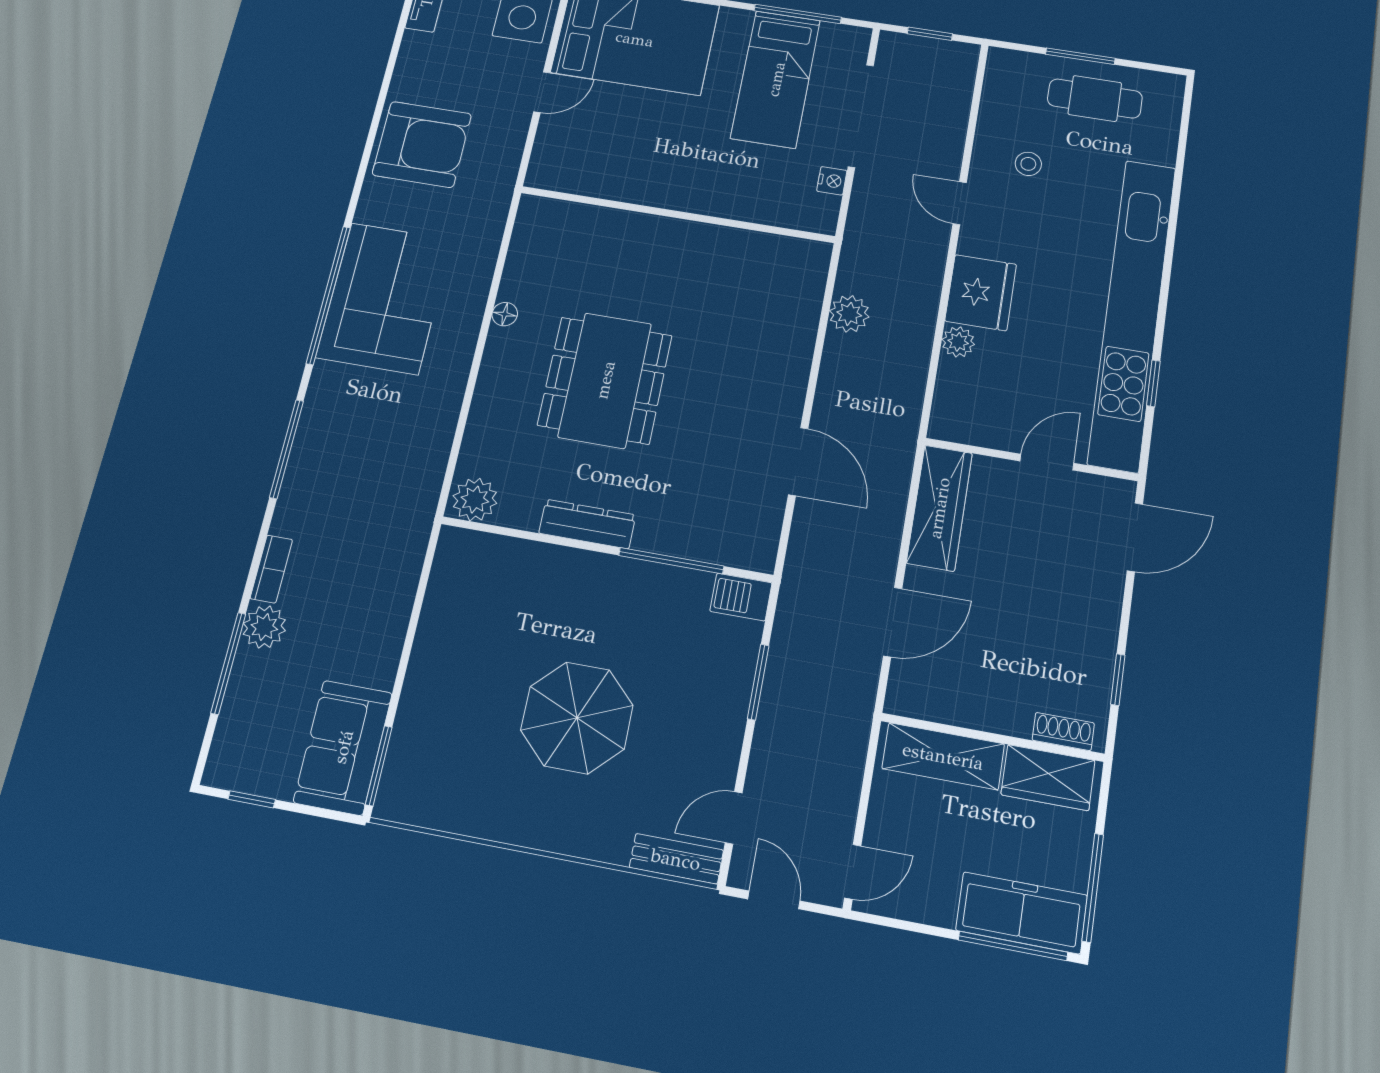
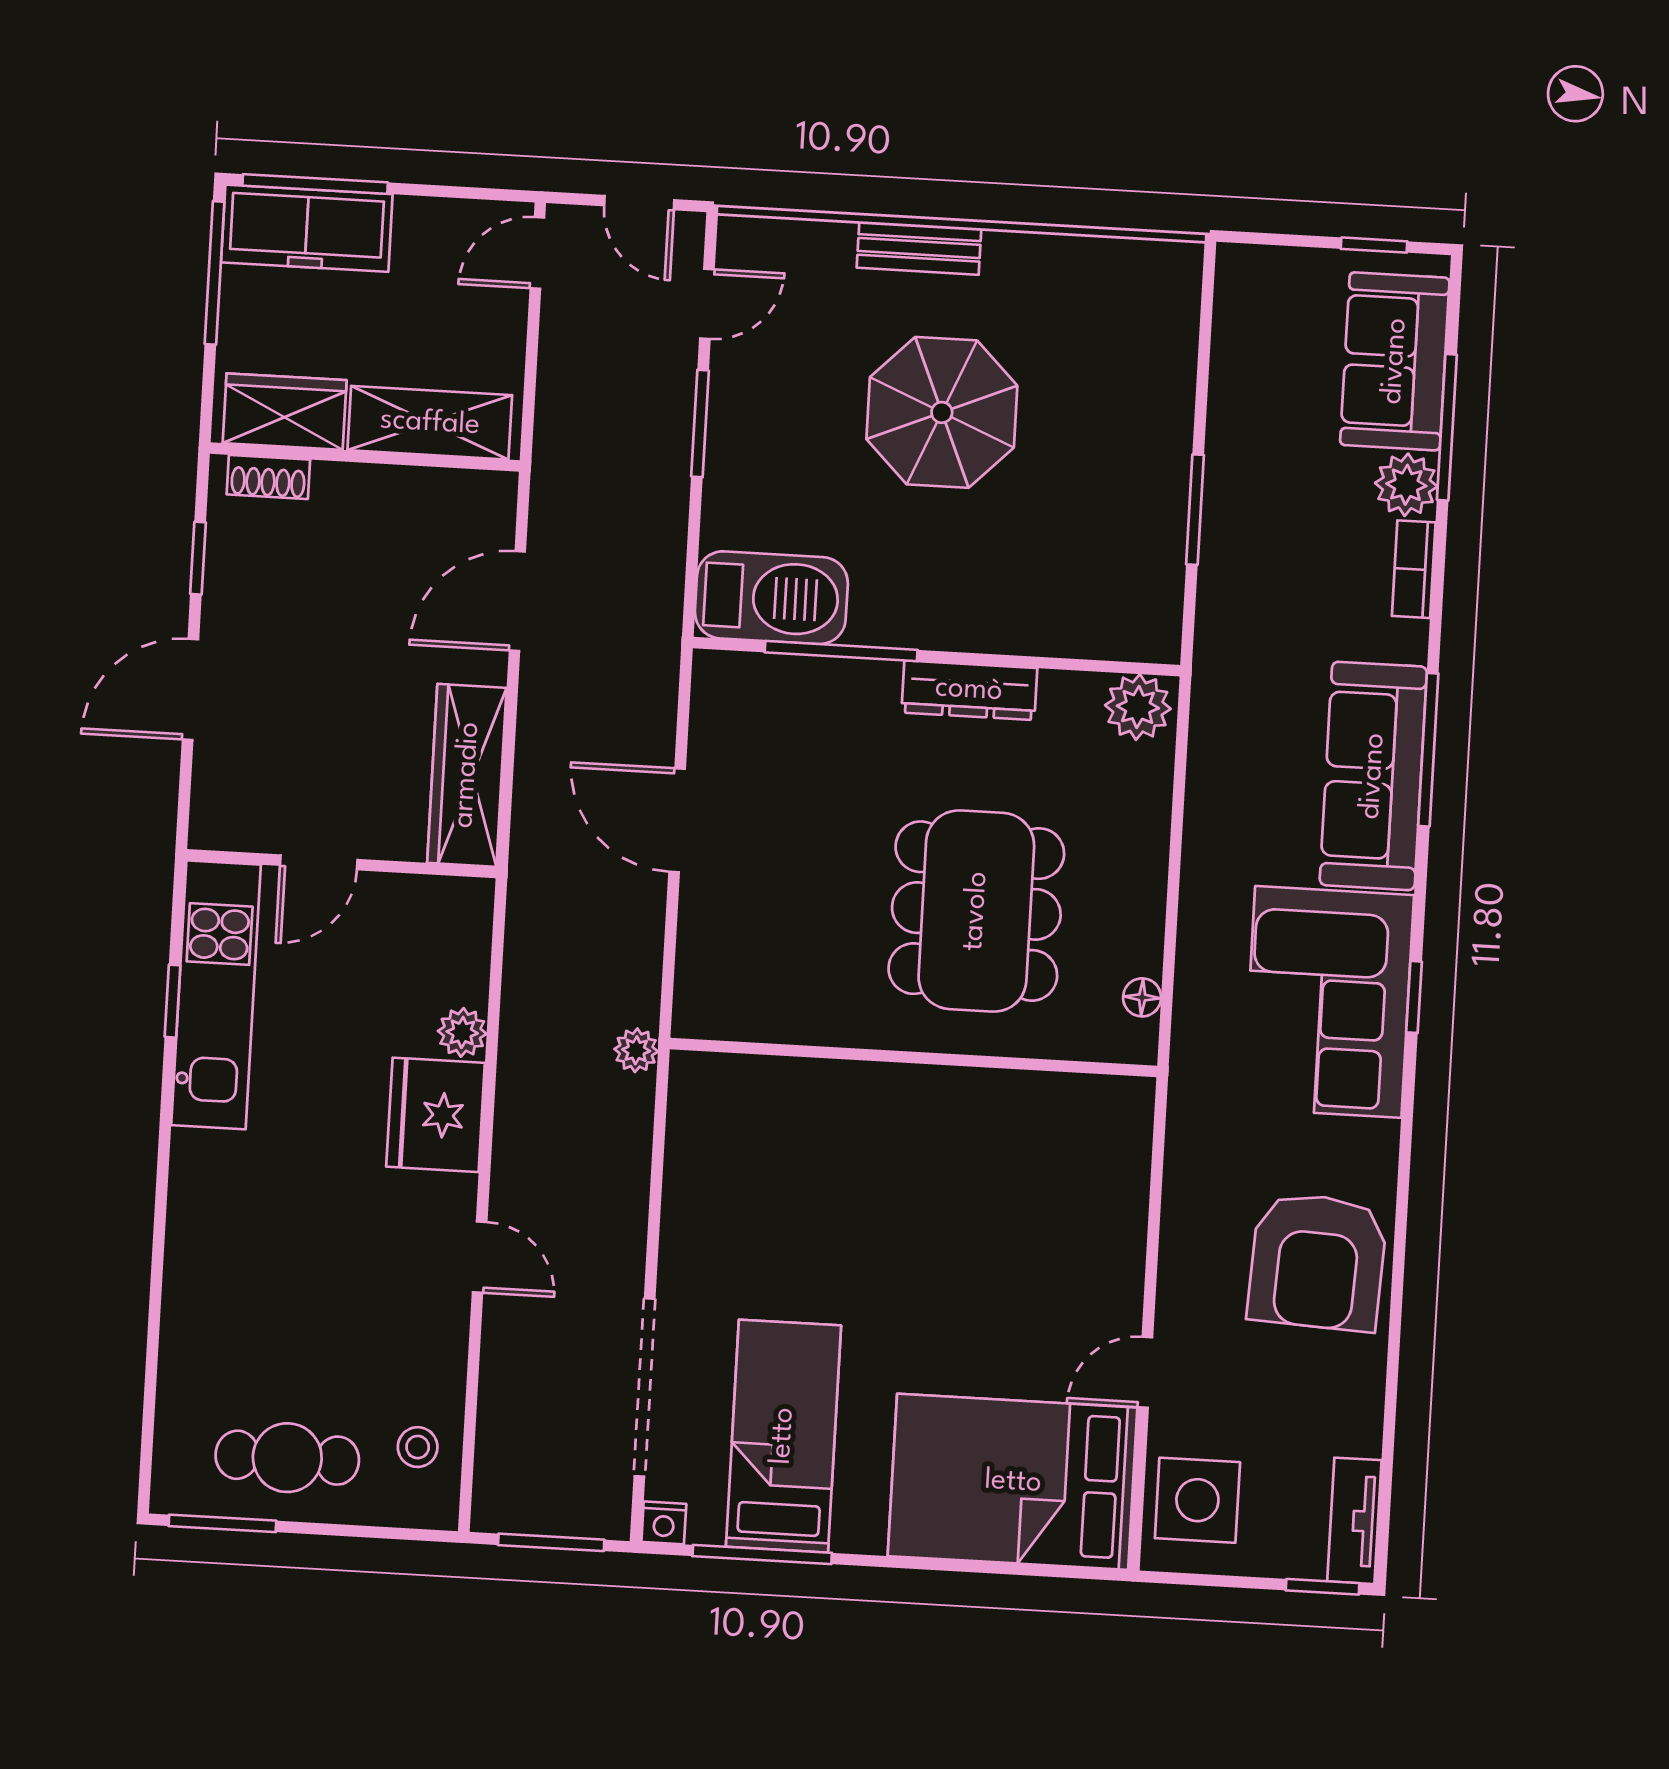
window: (930, 34) -> (551, 1542), width x1.50
window: (1080, 56) -> (222, 1523), moved
armchair: (422, 144) -> (1317, 1262), turned -87
stool: (1028, 164) -> (418, 1447), moved
nightstand: (832, 181) -> (664, 1523), moved, turned -90
wall: (677, 214) -> (913, 1058), moved
window: (328, 295) -> (1414, 997), width x0.32
kitchen unit: (1132, 313) -> (216, 995), width x0.54
plant: (849, 314) -> (636, 1050), width x0.73, depth x0.73
sofa: (326, 436) -> (1373, 776), added
door: (1135, 537) -> (190, 689), moved
barbecue: (741, 597) -> (771, 598), width x1.88, depth x1.53
window: (758, 682) -> (700, 424), moved
sofa: (343, 747) -> (1395, 361), moved, turned 180
window: (379, 766) -> (1195, 510), moved
bench: (676, 859) -> (919, 248), moved

